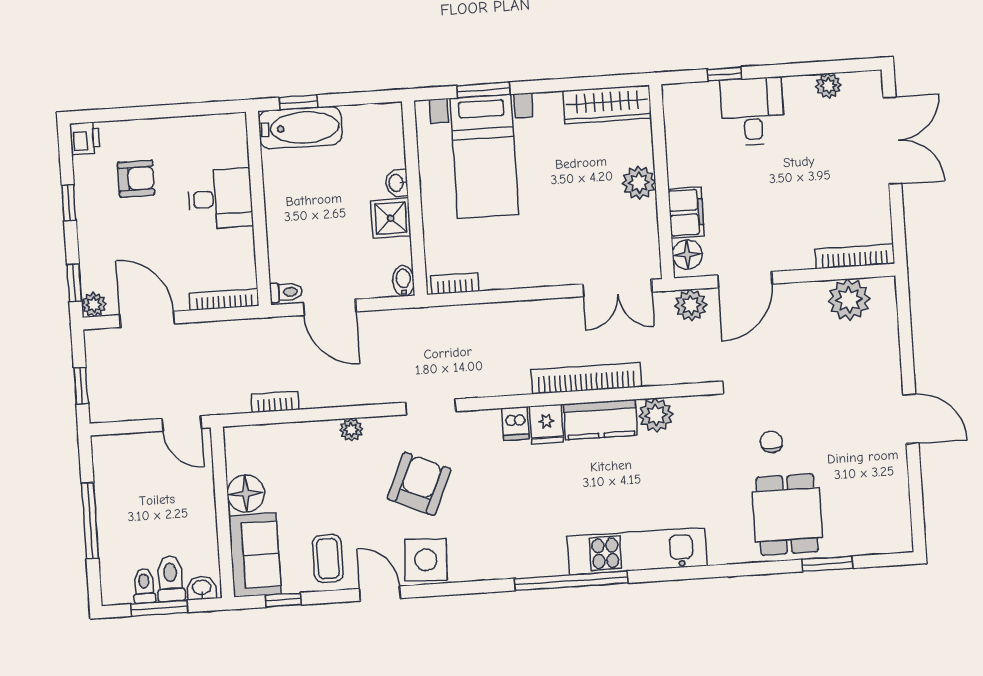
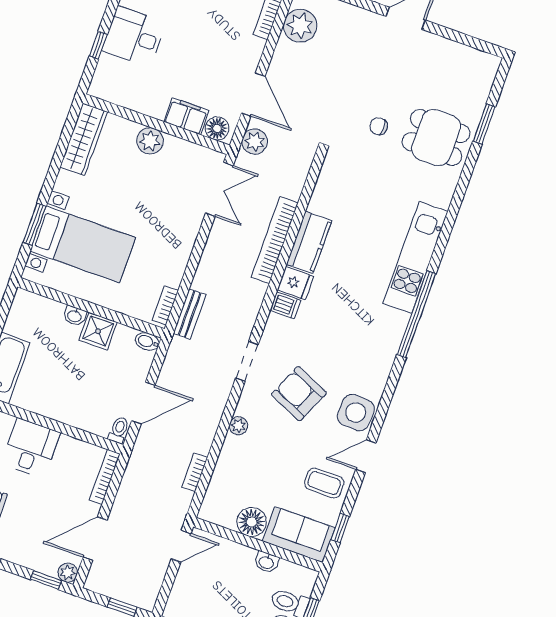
bench: (457, 316) -> (190, 314), added
plant: (656, 415) -> (323, 201), removed
washbasin: (202, 588) -> (266, 562), moved, turned -90

